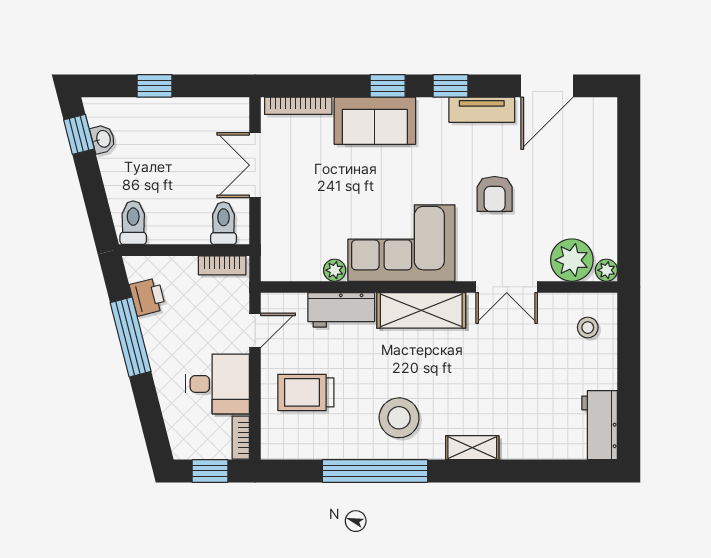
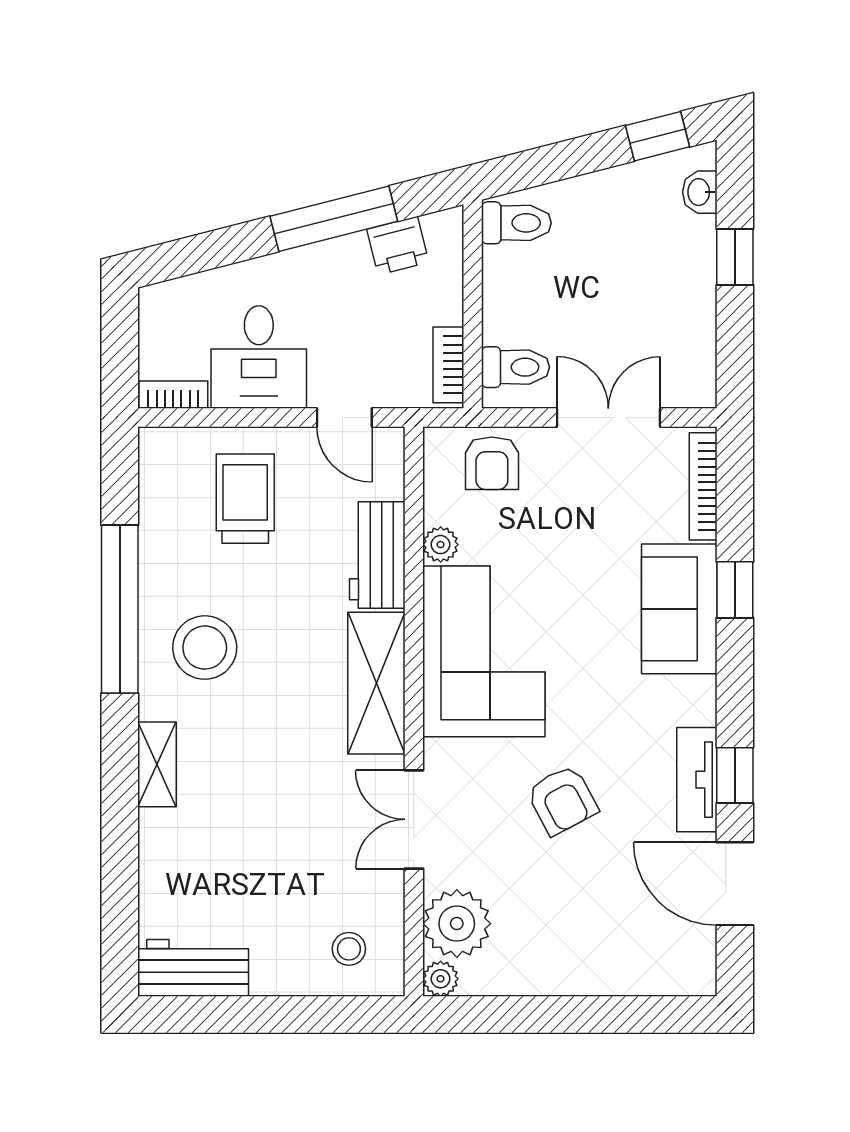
window: (388, 86) -> (735, 590), moved
window: (450, 86) -> (735, 775), moved
washbasin: (103, 139) -> (700, 192), moved, turned 104
armchair: (495, 194) -> (562, 800), turned -118
armchair: (284, 238) -> (492, 463), added
window: (210, 471) -> (120, 346), removed

